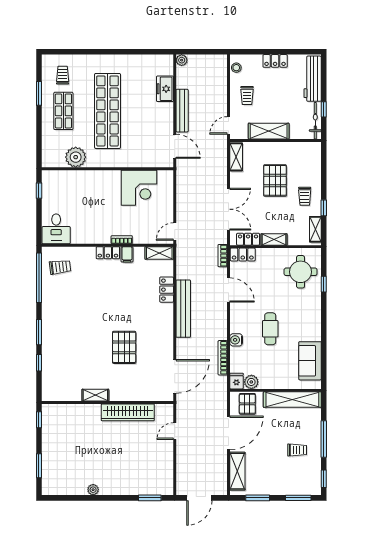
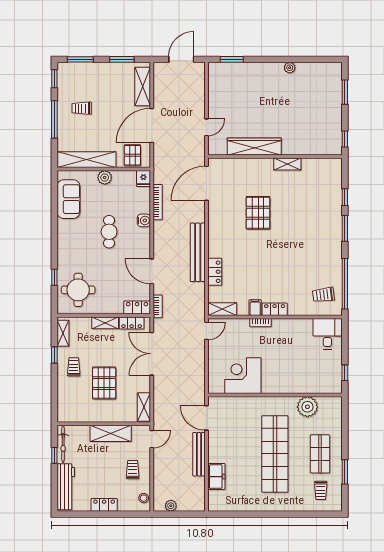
plant: (182, 60) -> (171, 506), moved
plant: (251, 382) -> (105, 177), moved

